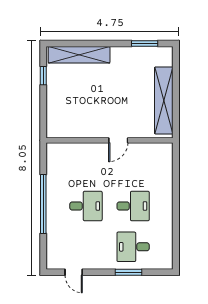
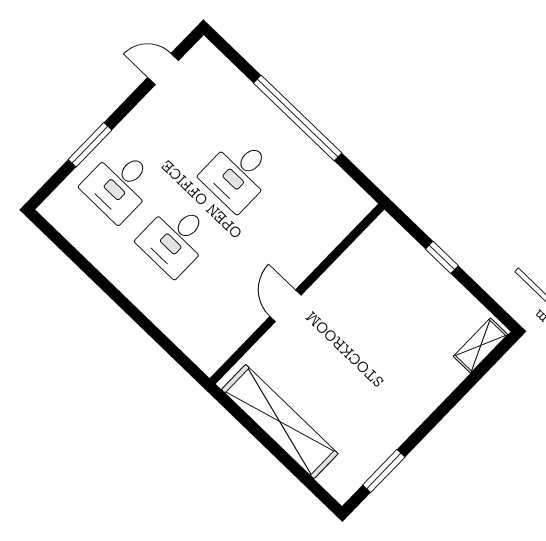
shelving: (79, 55) -> (481, 345), width x0.45, depth x0.75
window: (43, 76) -> (442, 257), moved
desk: (133, 247) -> (119, 185), turned 180

